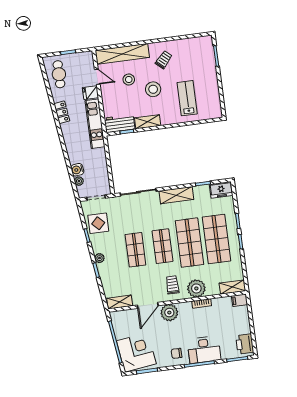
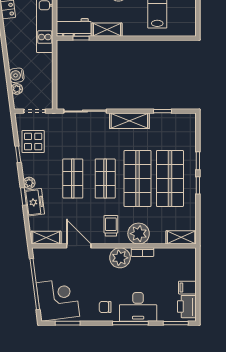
freezer: (221, 190) -> (34, 202), moved, turned -97
filing cabinet: (239, 300) -> (187, 288), moved
door: (148, 305) -> (79, 246), swing flipped
plant: (169, 313) -> (120, 258), moved

